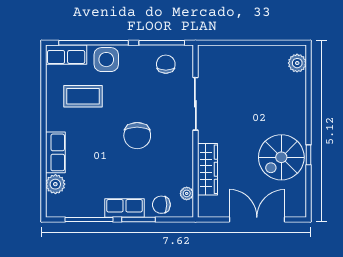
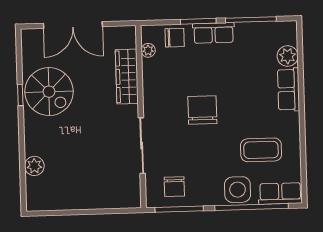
plant: (297, 63) -> (34, 166), moved
spiral stairs: (281, 157) -> (49, 92), turned 90

